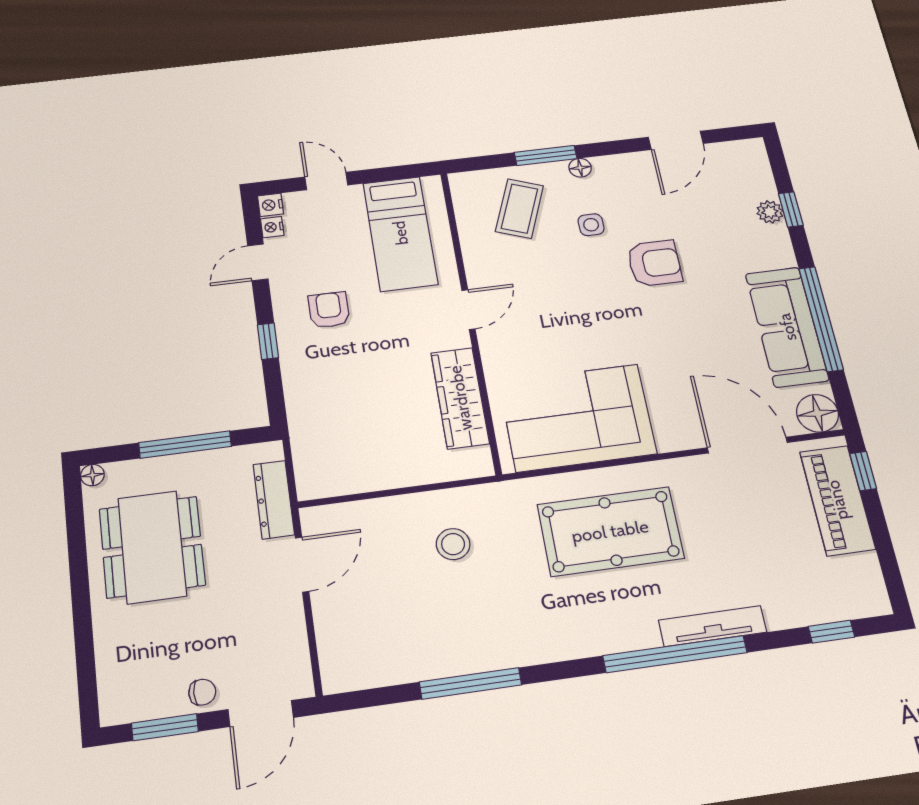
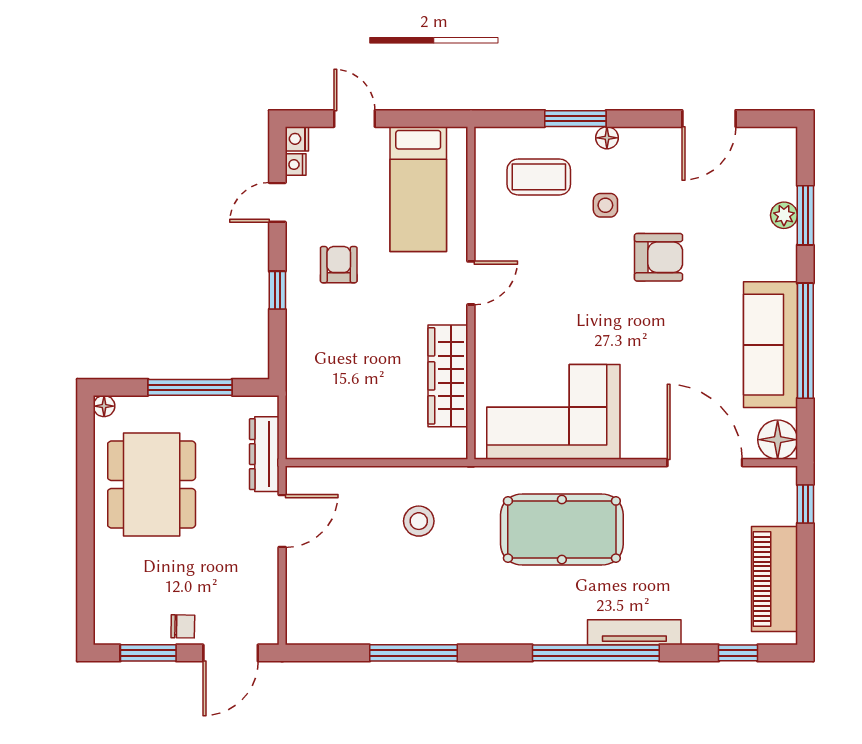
coffee table: (519, 209) -> (539, 177), turned 69
window: (791, 209) -> (805, 215), width x1.50
piano: (837, 500) -> (774, 579), moved

